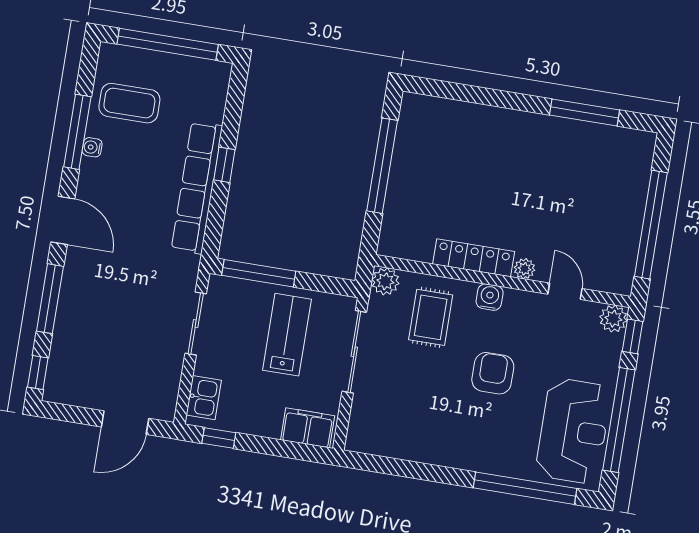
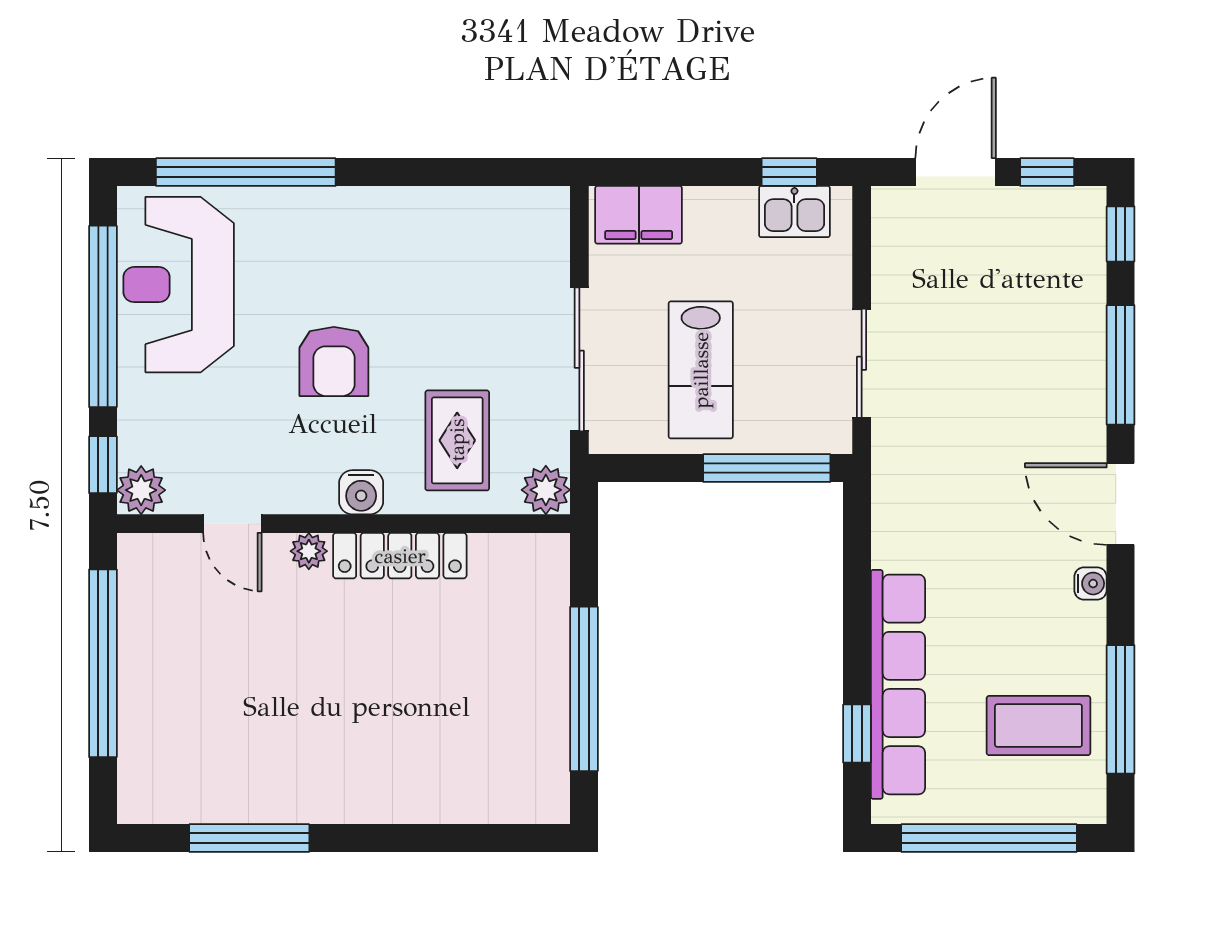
window: (77, 132) -> (1121, 709), moved
water cooler: (92, 147) -> (1090, 584), moved
window: (224, 165) -> (857, 734), moved
row of seats: (197, 188) -> (898, 684), moved
kitchen sink: (204, 398) -> (794, 212), moved, turned -90
window: (74, 414) -> (1047, 172), added

